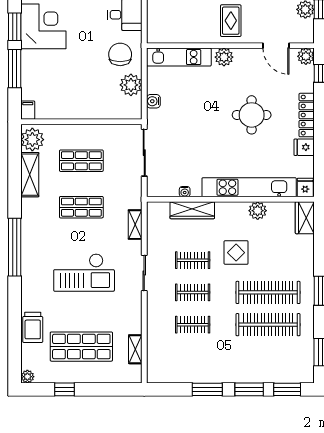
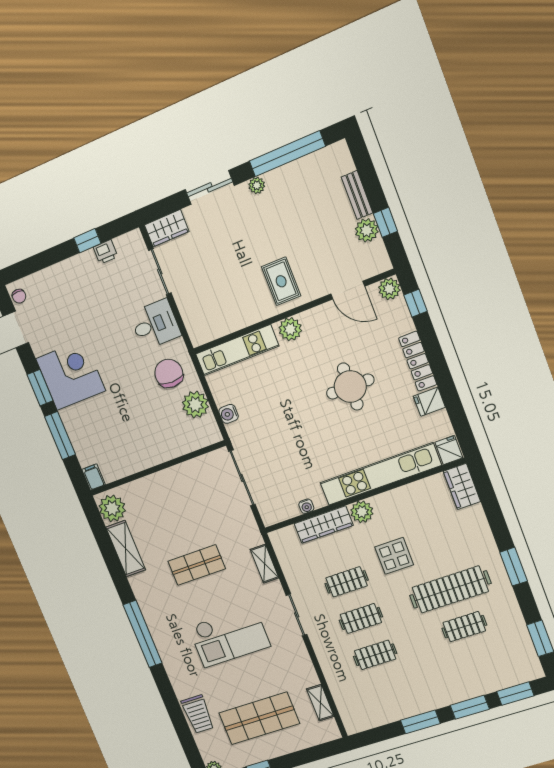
shop shelf: (81, 161) -> (175, 513), removed
plant: (258, 211) -> (362, 512), moved
clothes rail: (268, 325) -> (464, 627), width x0.54, depth x0.76

